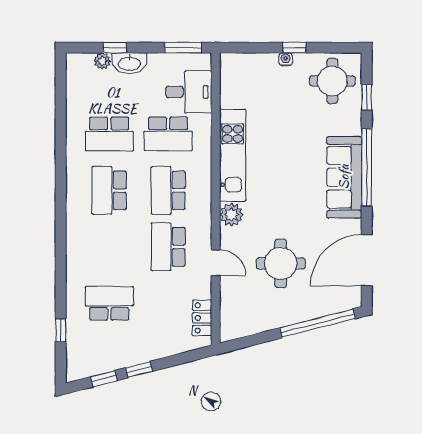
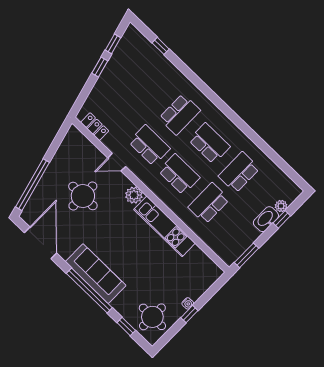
desk: (189, 92) -> (220, 236), removed
school desk: (109, 303) -> (180, 114), moved

